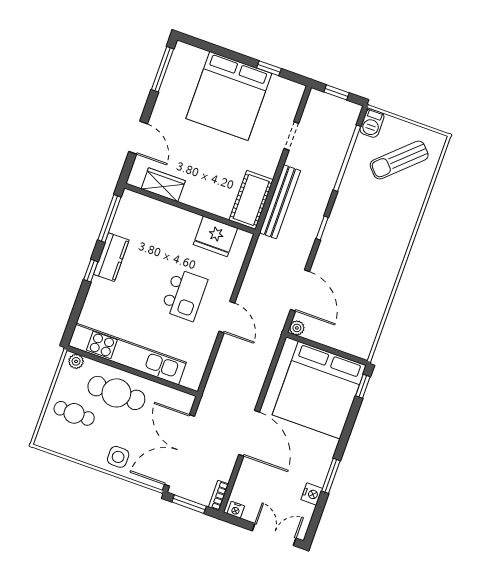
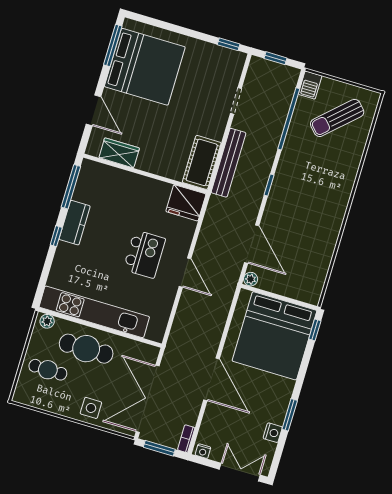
window: (269, 68) -> (229, 44), moved
bed: (229, 96) -> (145, 67), moved, turned -90
fridge: (215, 236) -> (186, 203), moved

